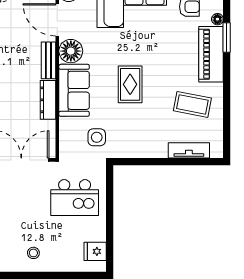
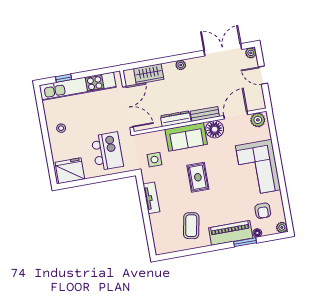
rug: (130, 84) -> (198, 177), turned 90
tv unit: (189, 150) -> (151, 198), moved
kitchen island: (75, 198) -> (107, 151), turned 180
fridge: (95, 251) -> (70, 171), width x1.88, depth x1.34

